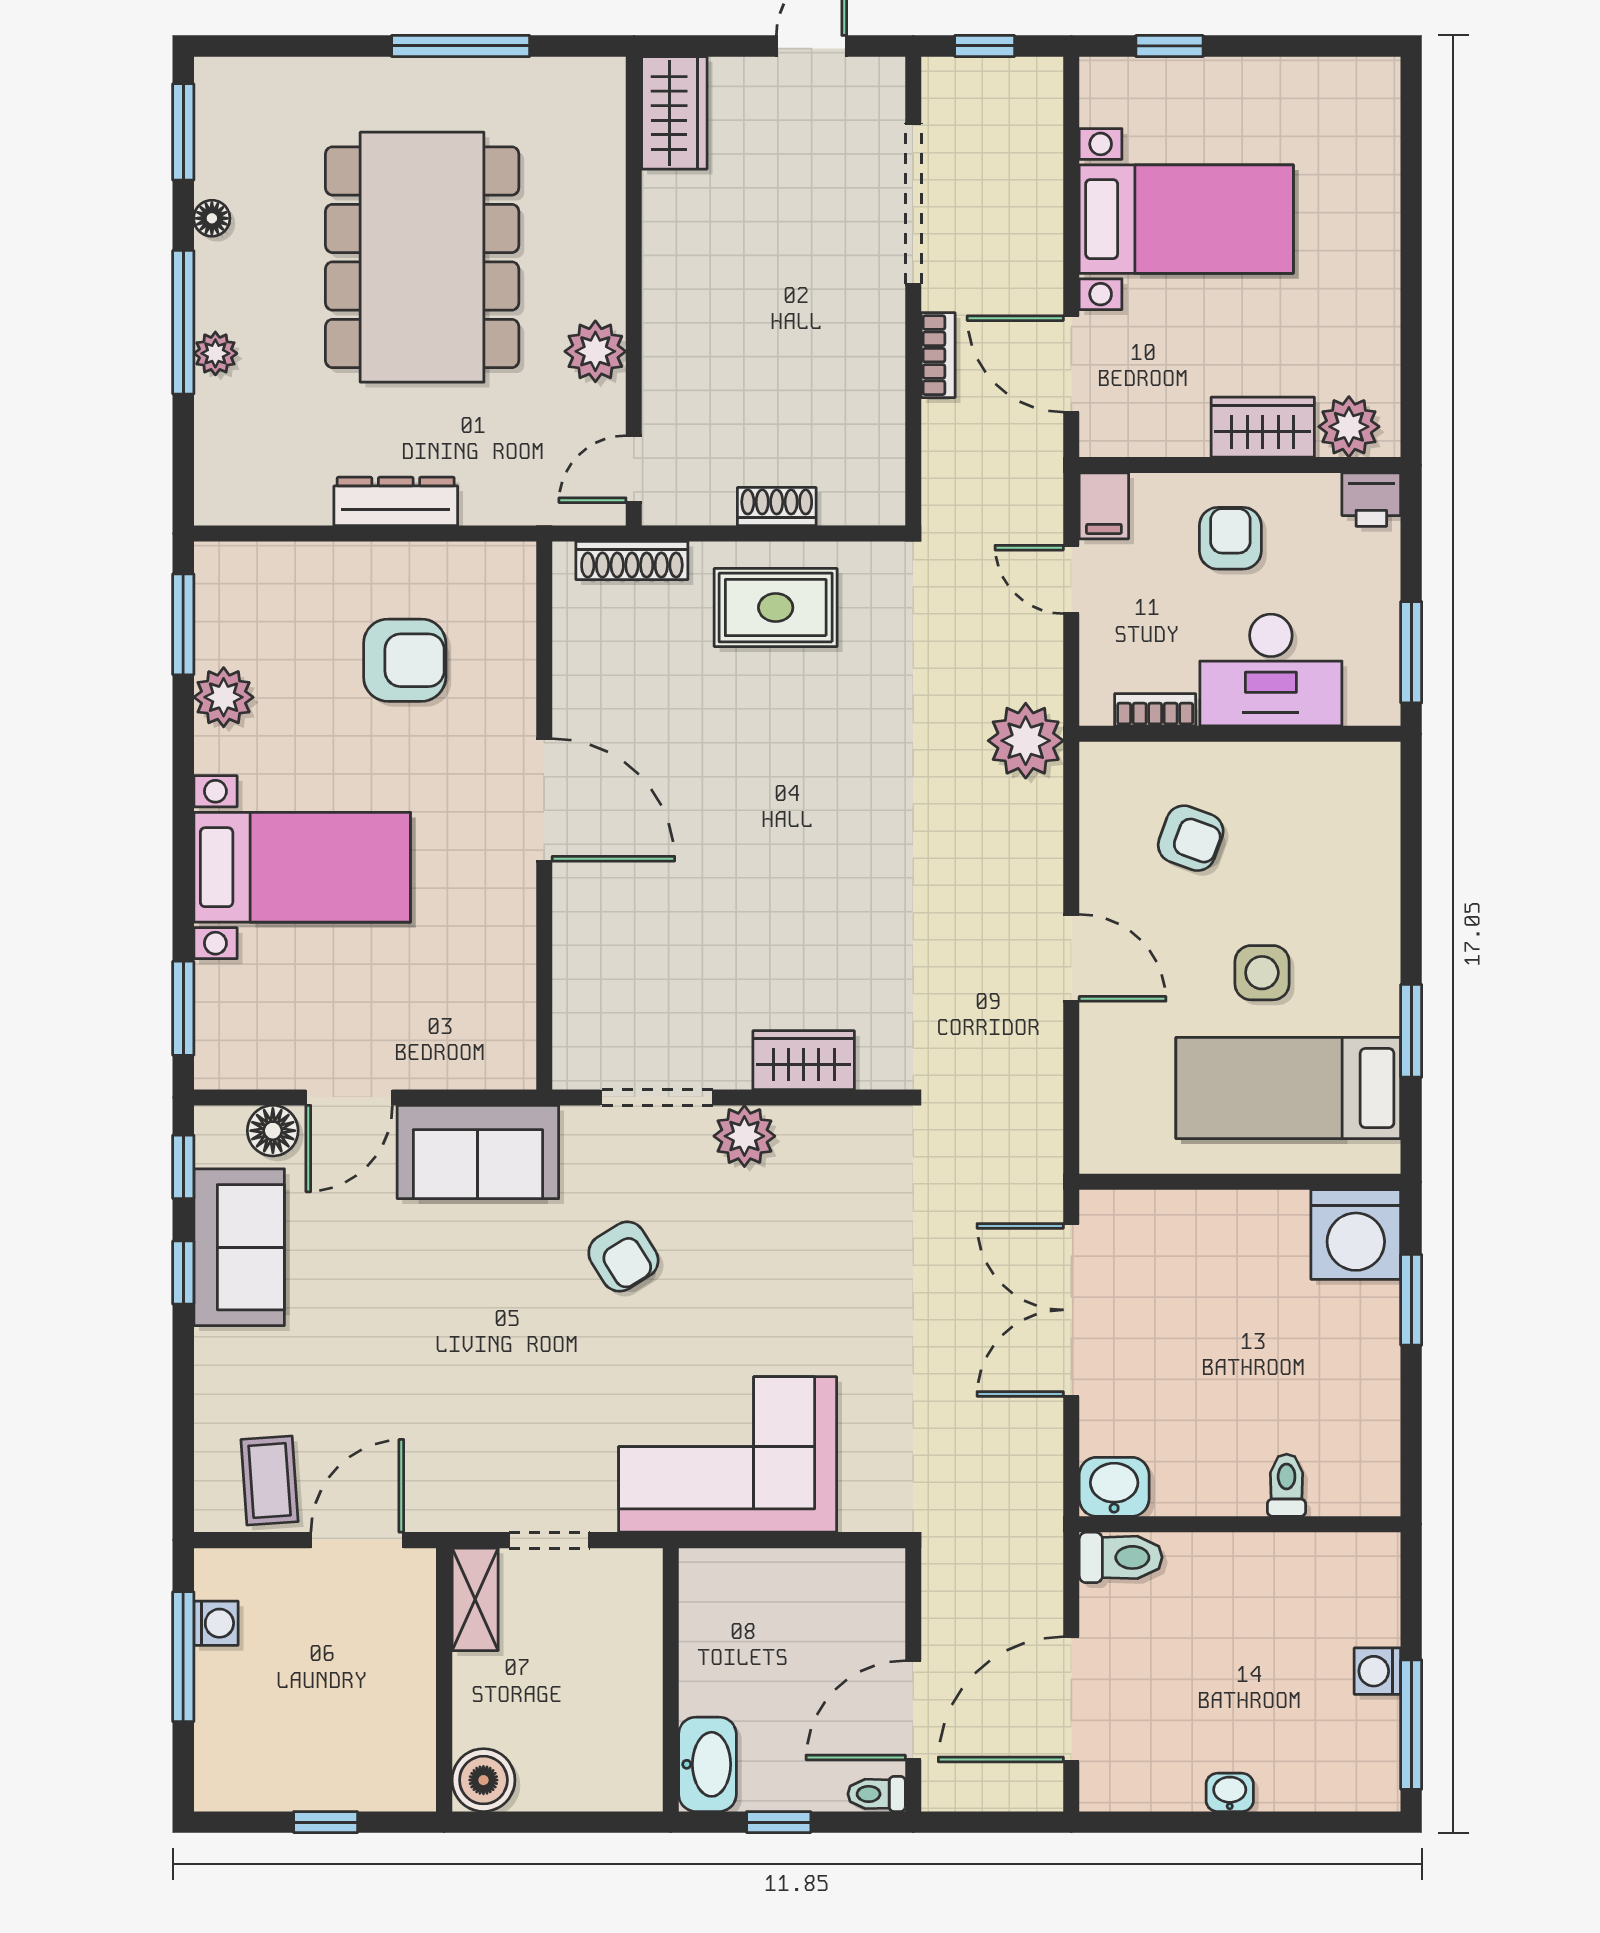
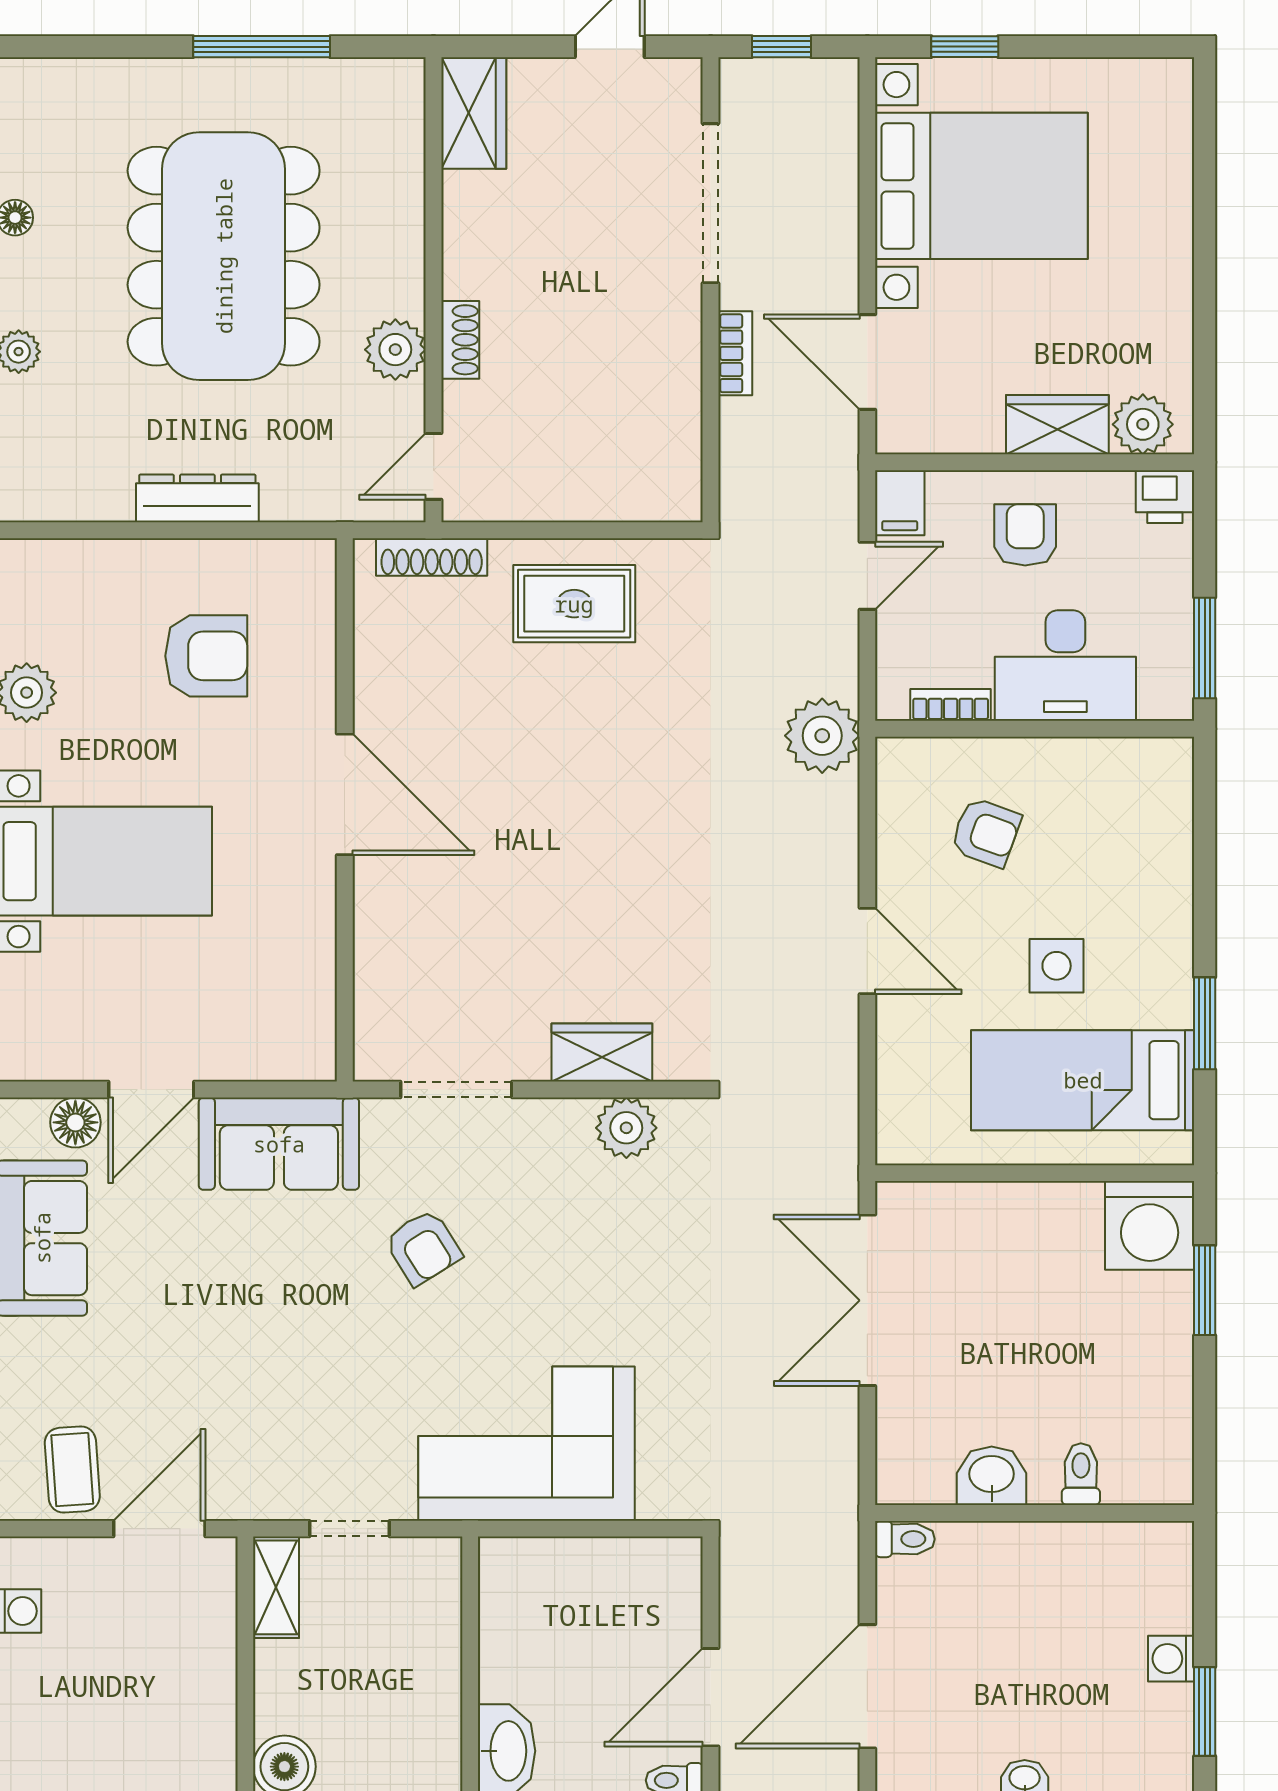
bed with nightstands: (1186, 219) -> (981, 186), width x1.36
shoe rack: (777, 507) -> (460, 340), moved, turned 90
door: (1071, 579) -> (867, 576), swing flipped
plant: (744, 1136) -> (626, 1128), moved
washbasin: (1114, 1487) -> (992, 1476), moved
toilet: (1121, 1557) -> (905, 1539), width x0.73, depth x0.72
window: (1411, 1725) -> (1205, 1712), width x0.69

